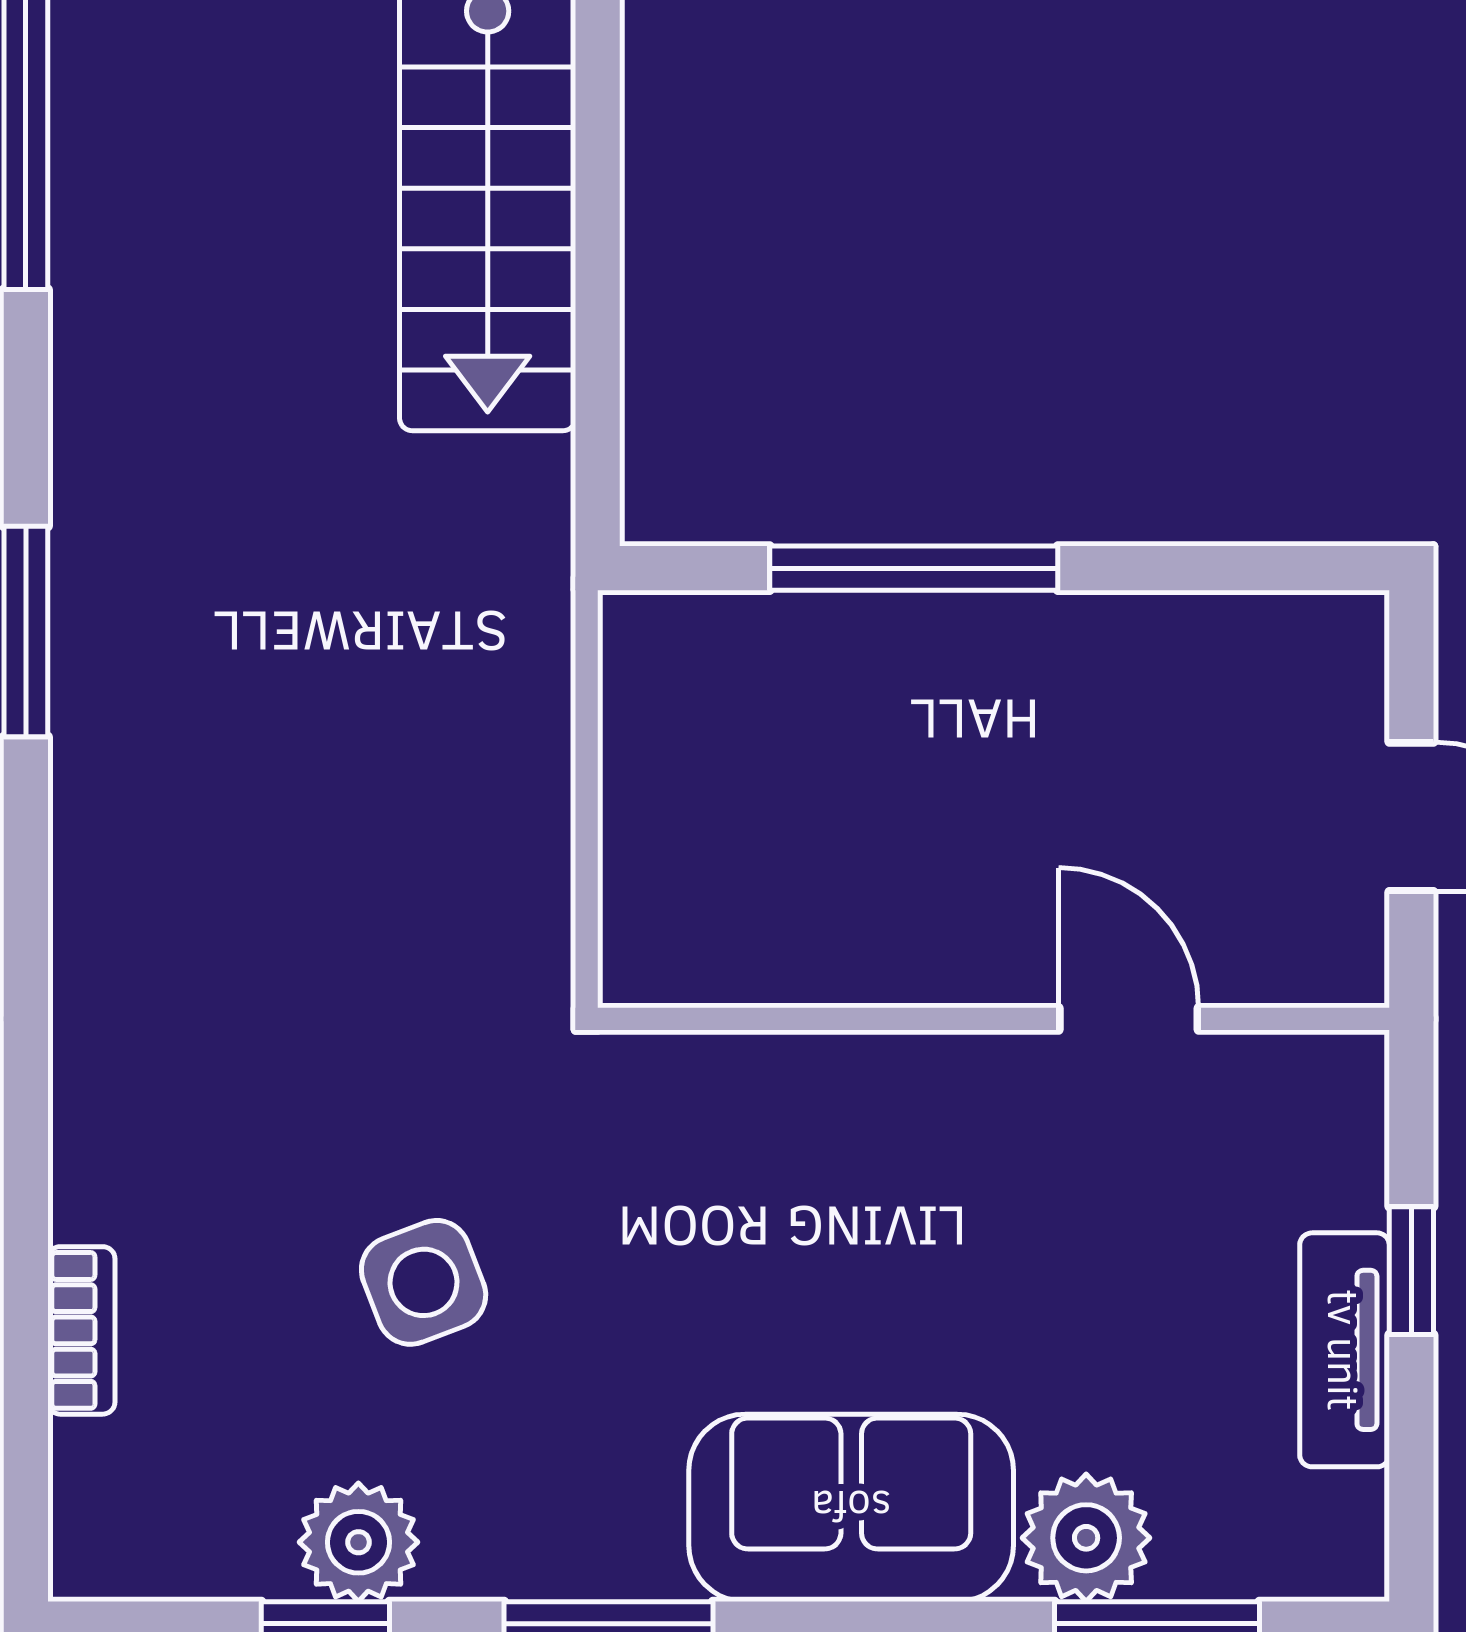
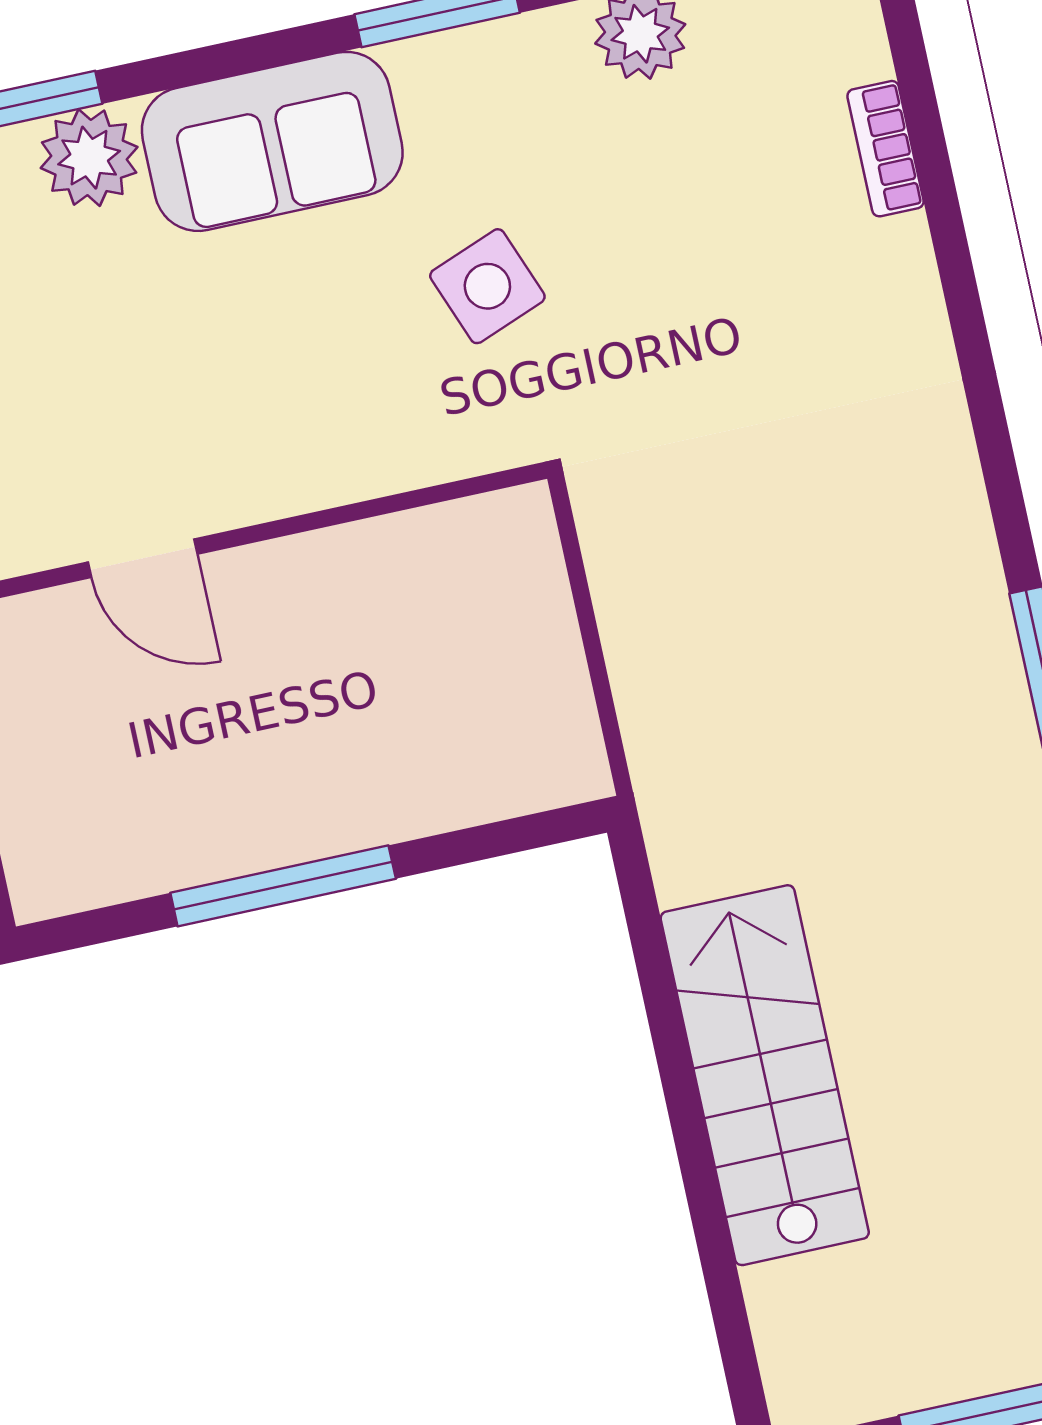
window: (914, 568) -> (283, 886), moved
side table: (424, 1282) -> (487, 286), moved

